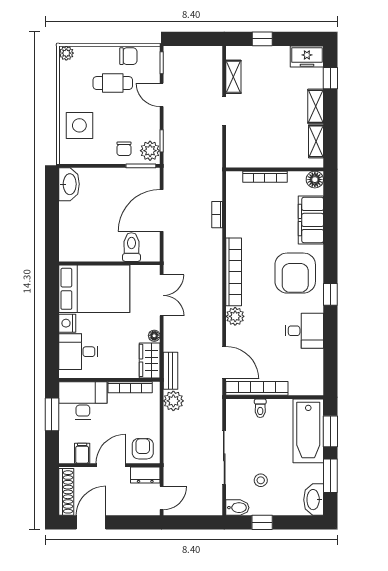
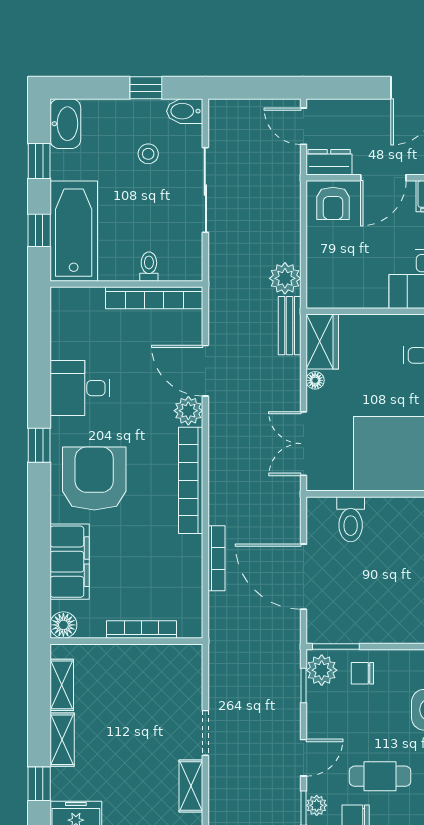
plant: (153, 64) -> (317, 805), added
door: (162, 95) -> (303, 758), hinge flipped
chair: (124, 149) -> (362, 673), turned -90
door: (162, 210) -> (303, 577), swing flipped
bookcase: (217, 215) -> (216, 558), width x1.56
door: (224, 363) -> (205, 371), moved
bookcase: (130, 387) -> (353, 300), removed
window: (330, 431) -> (39, 230), width x0.67
window: (330, 476) -> (39, 161), width x0.67
door: (162, 498) -> (303, 126), hinge flipped

